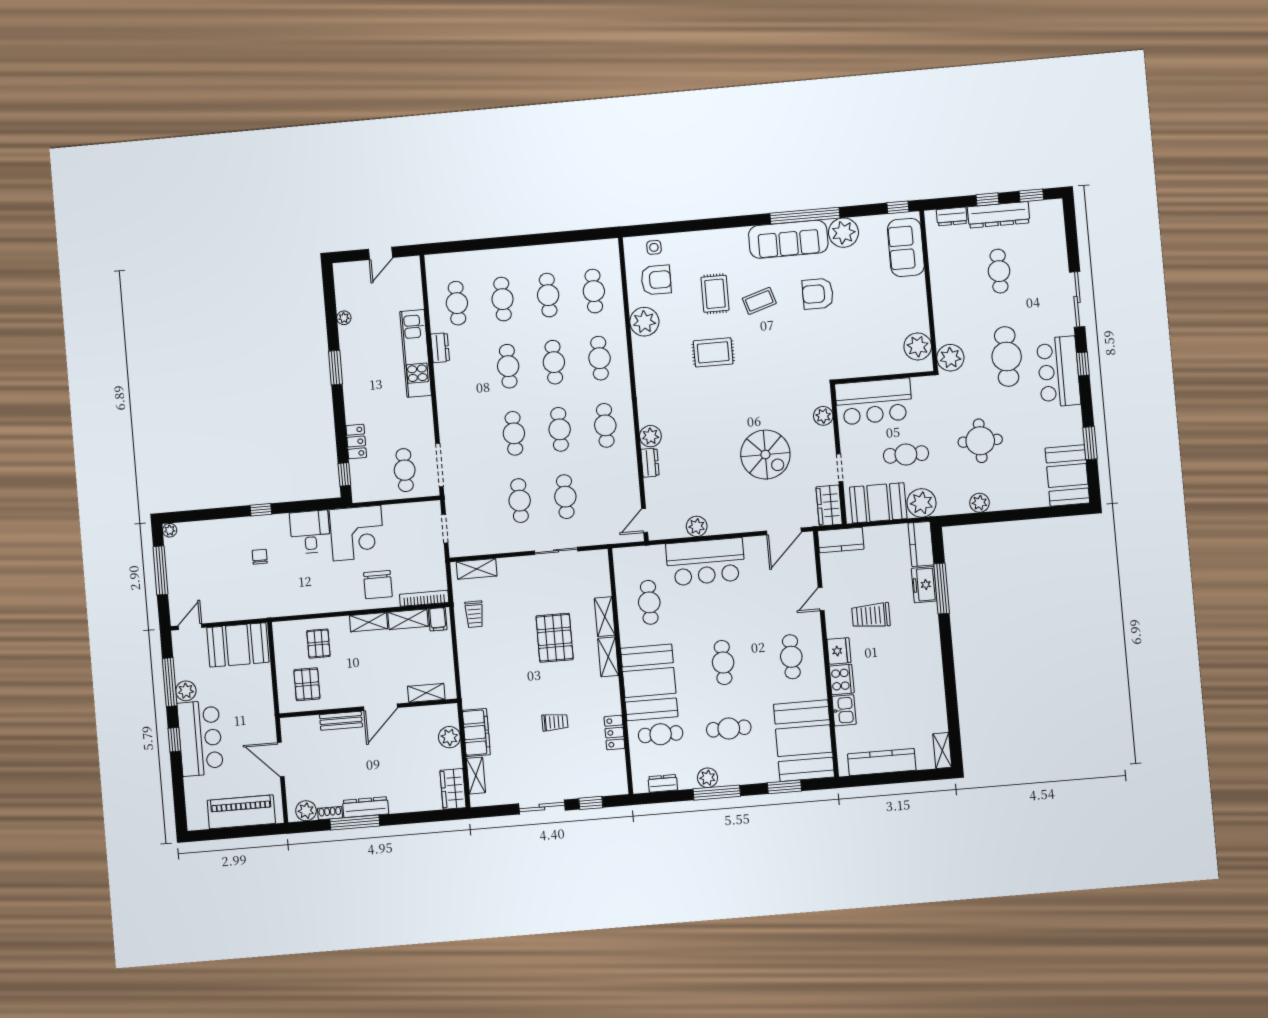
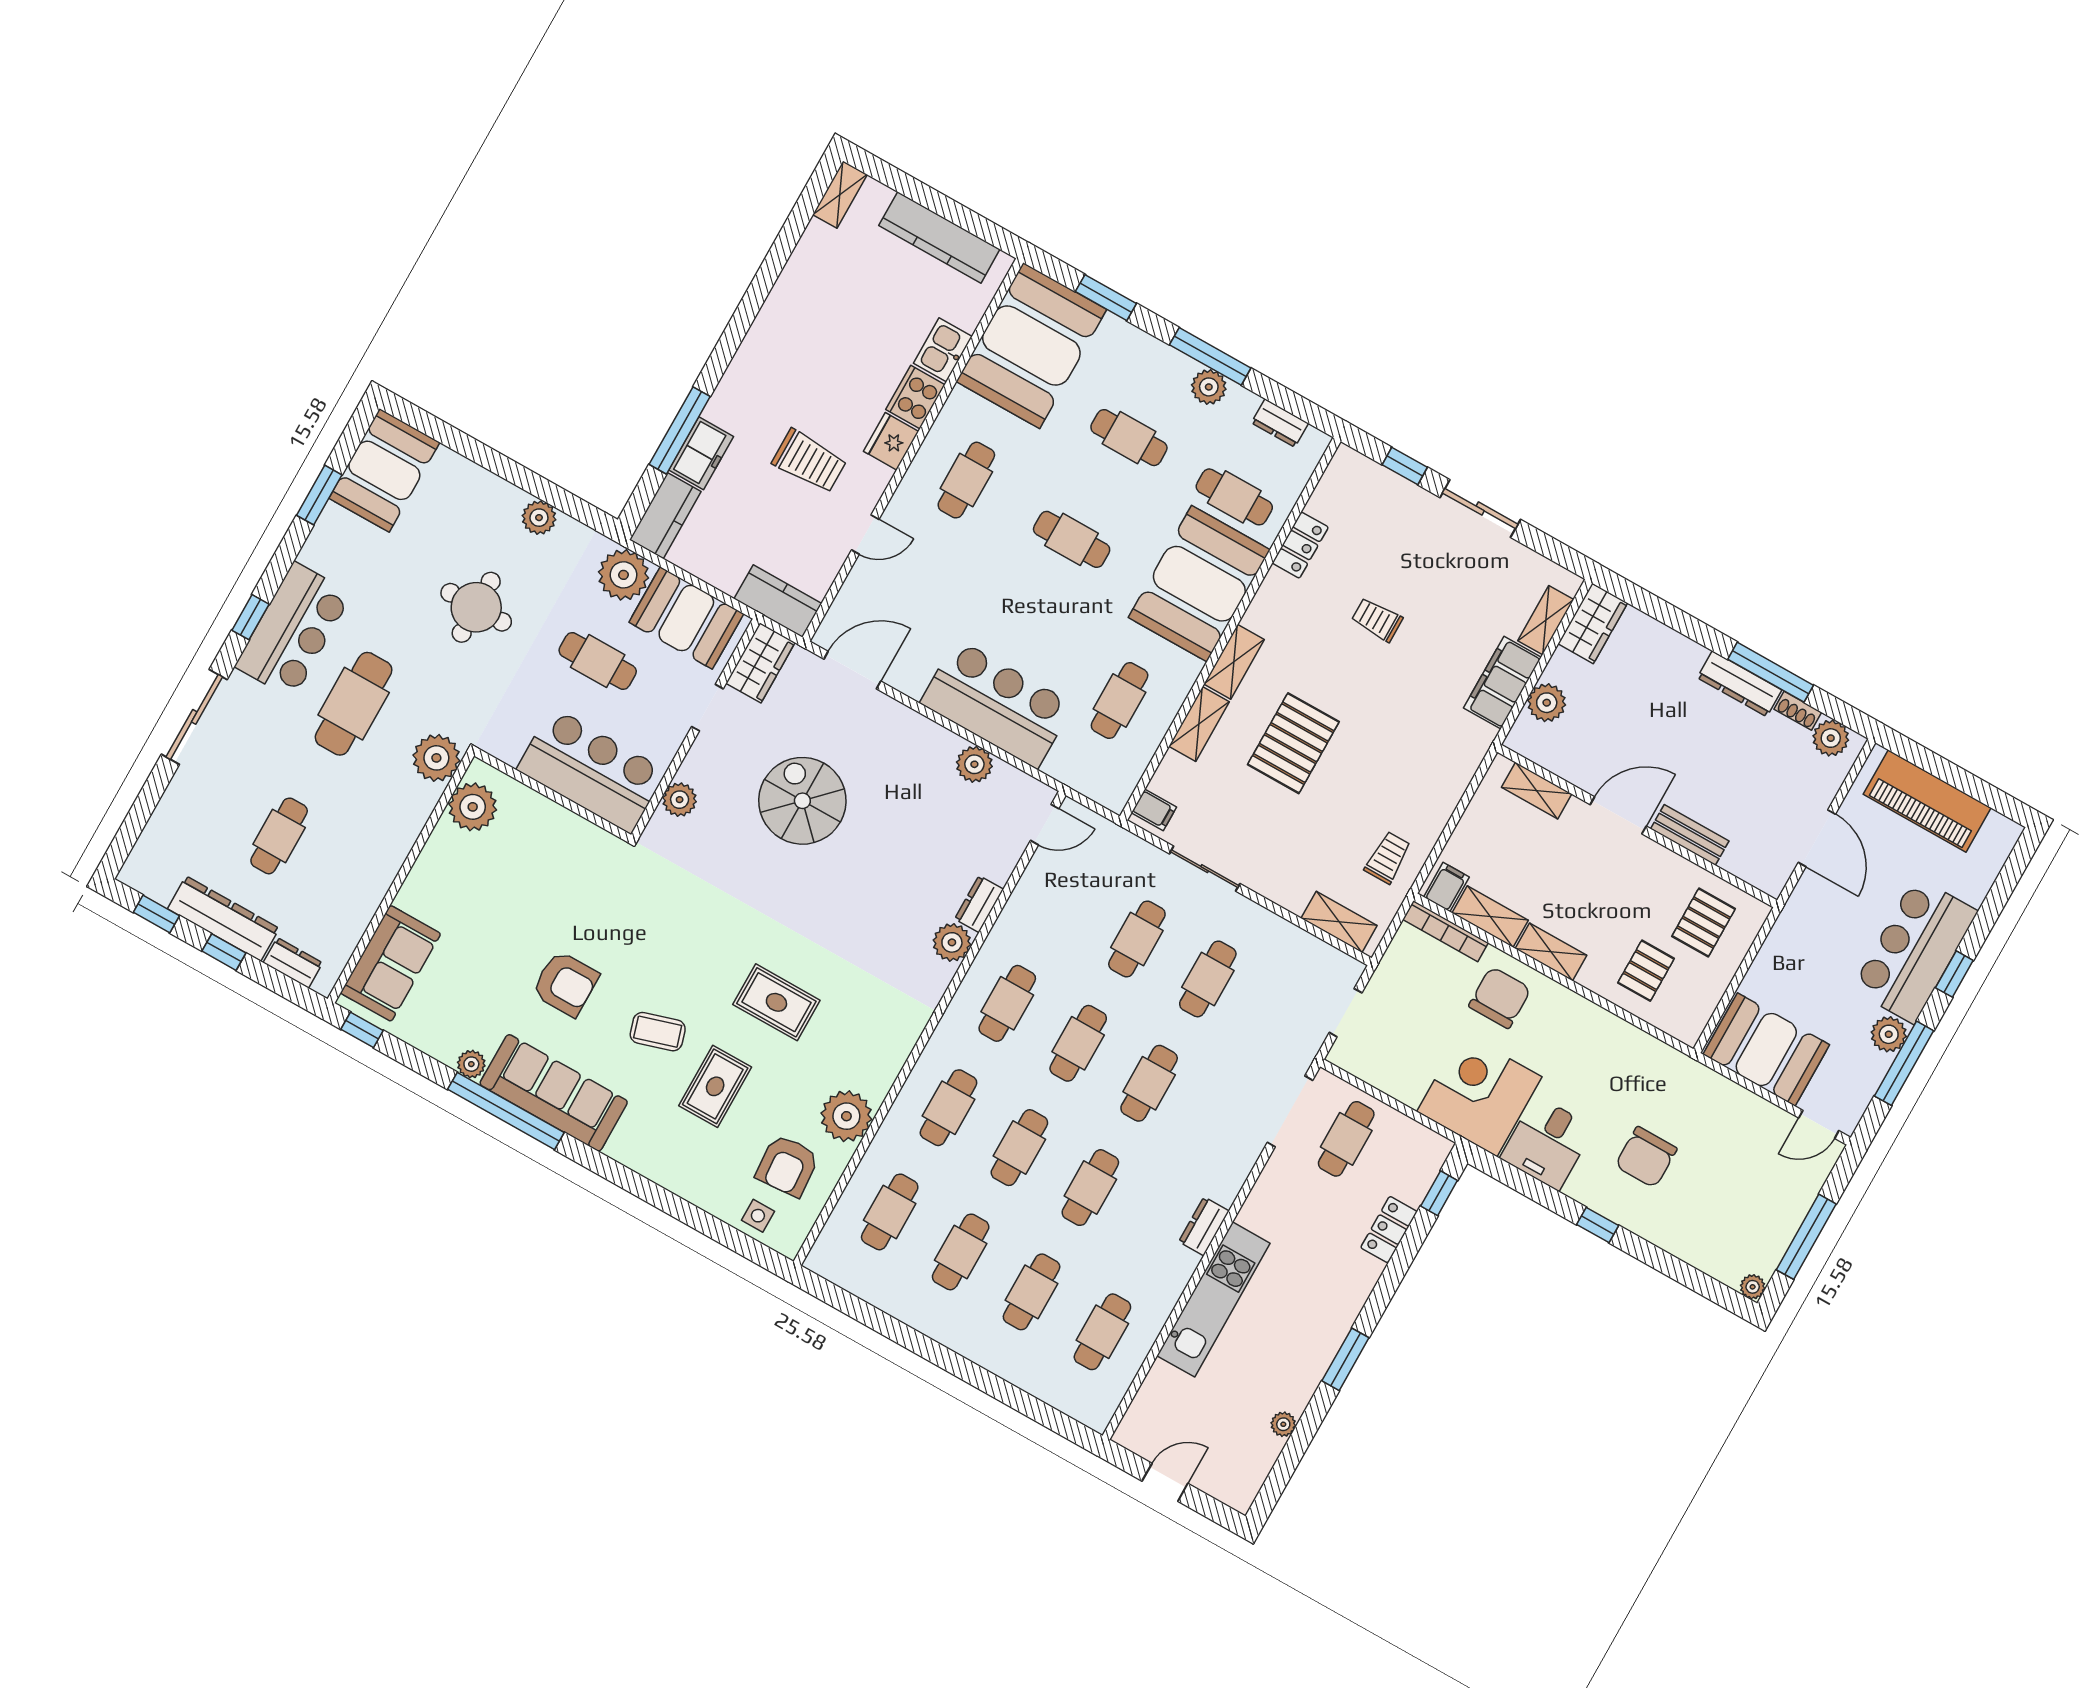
plant: (843, 233) -> (471, 1064), width x0.53, depth x0.53
armchair: (656, 280) -> (787, 1166), turned -94
dresser: (440, 348) -> (1204, 1226), moved
chair: (260, 557) -> (1646, 1157), width x1.87, depth x1.87
filing cabinet: (598, 562) -> (1154, 810), added
cafe table: (723, 663) -> (1072, 539), turned 90

